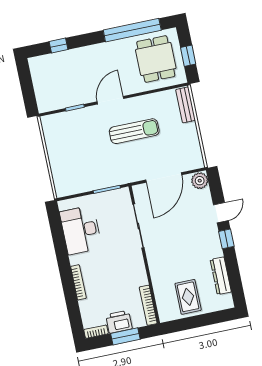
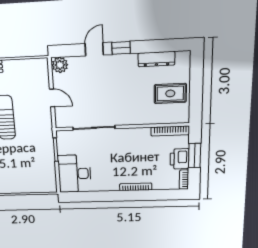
door: (164, 177) -> (52, 98), width x0.53
door: (221, 213) -> (94, 49), hinge flipped
desk: (81, 230) -> (75, 174), moved, turned 90

